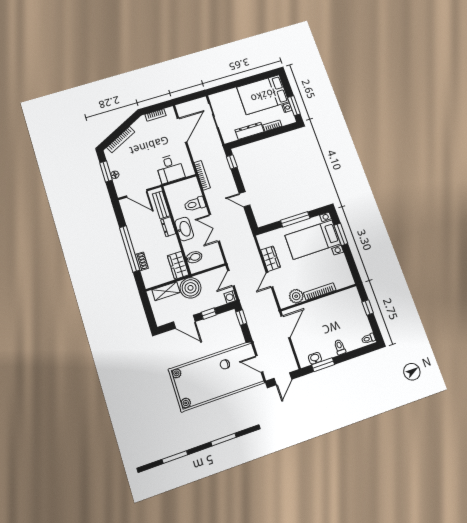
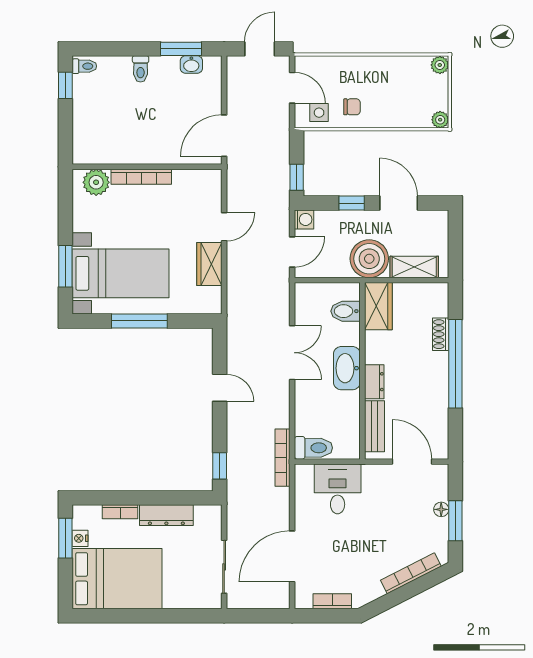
toilet: (195, 204) -> (313, 448), moved
plant: (296, 296) -> (96, 182), moved
window: (368, 307) -> (65, 85), moved
side table: (241, 355) -> (319, 113), added

